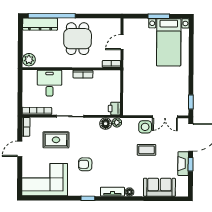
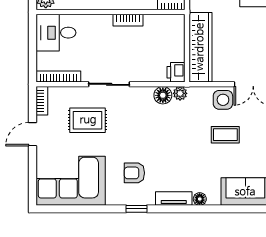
desk: (50, 83) -> (56, 33), moved, turned -90
wardrobe: (130, 92) -> (200, 47), added
armchair: (85, 164) -> (134, 173), moved

